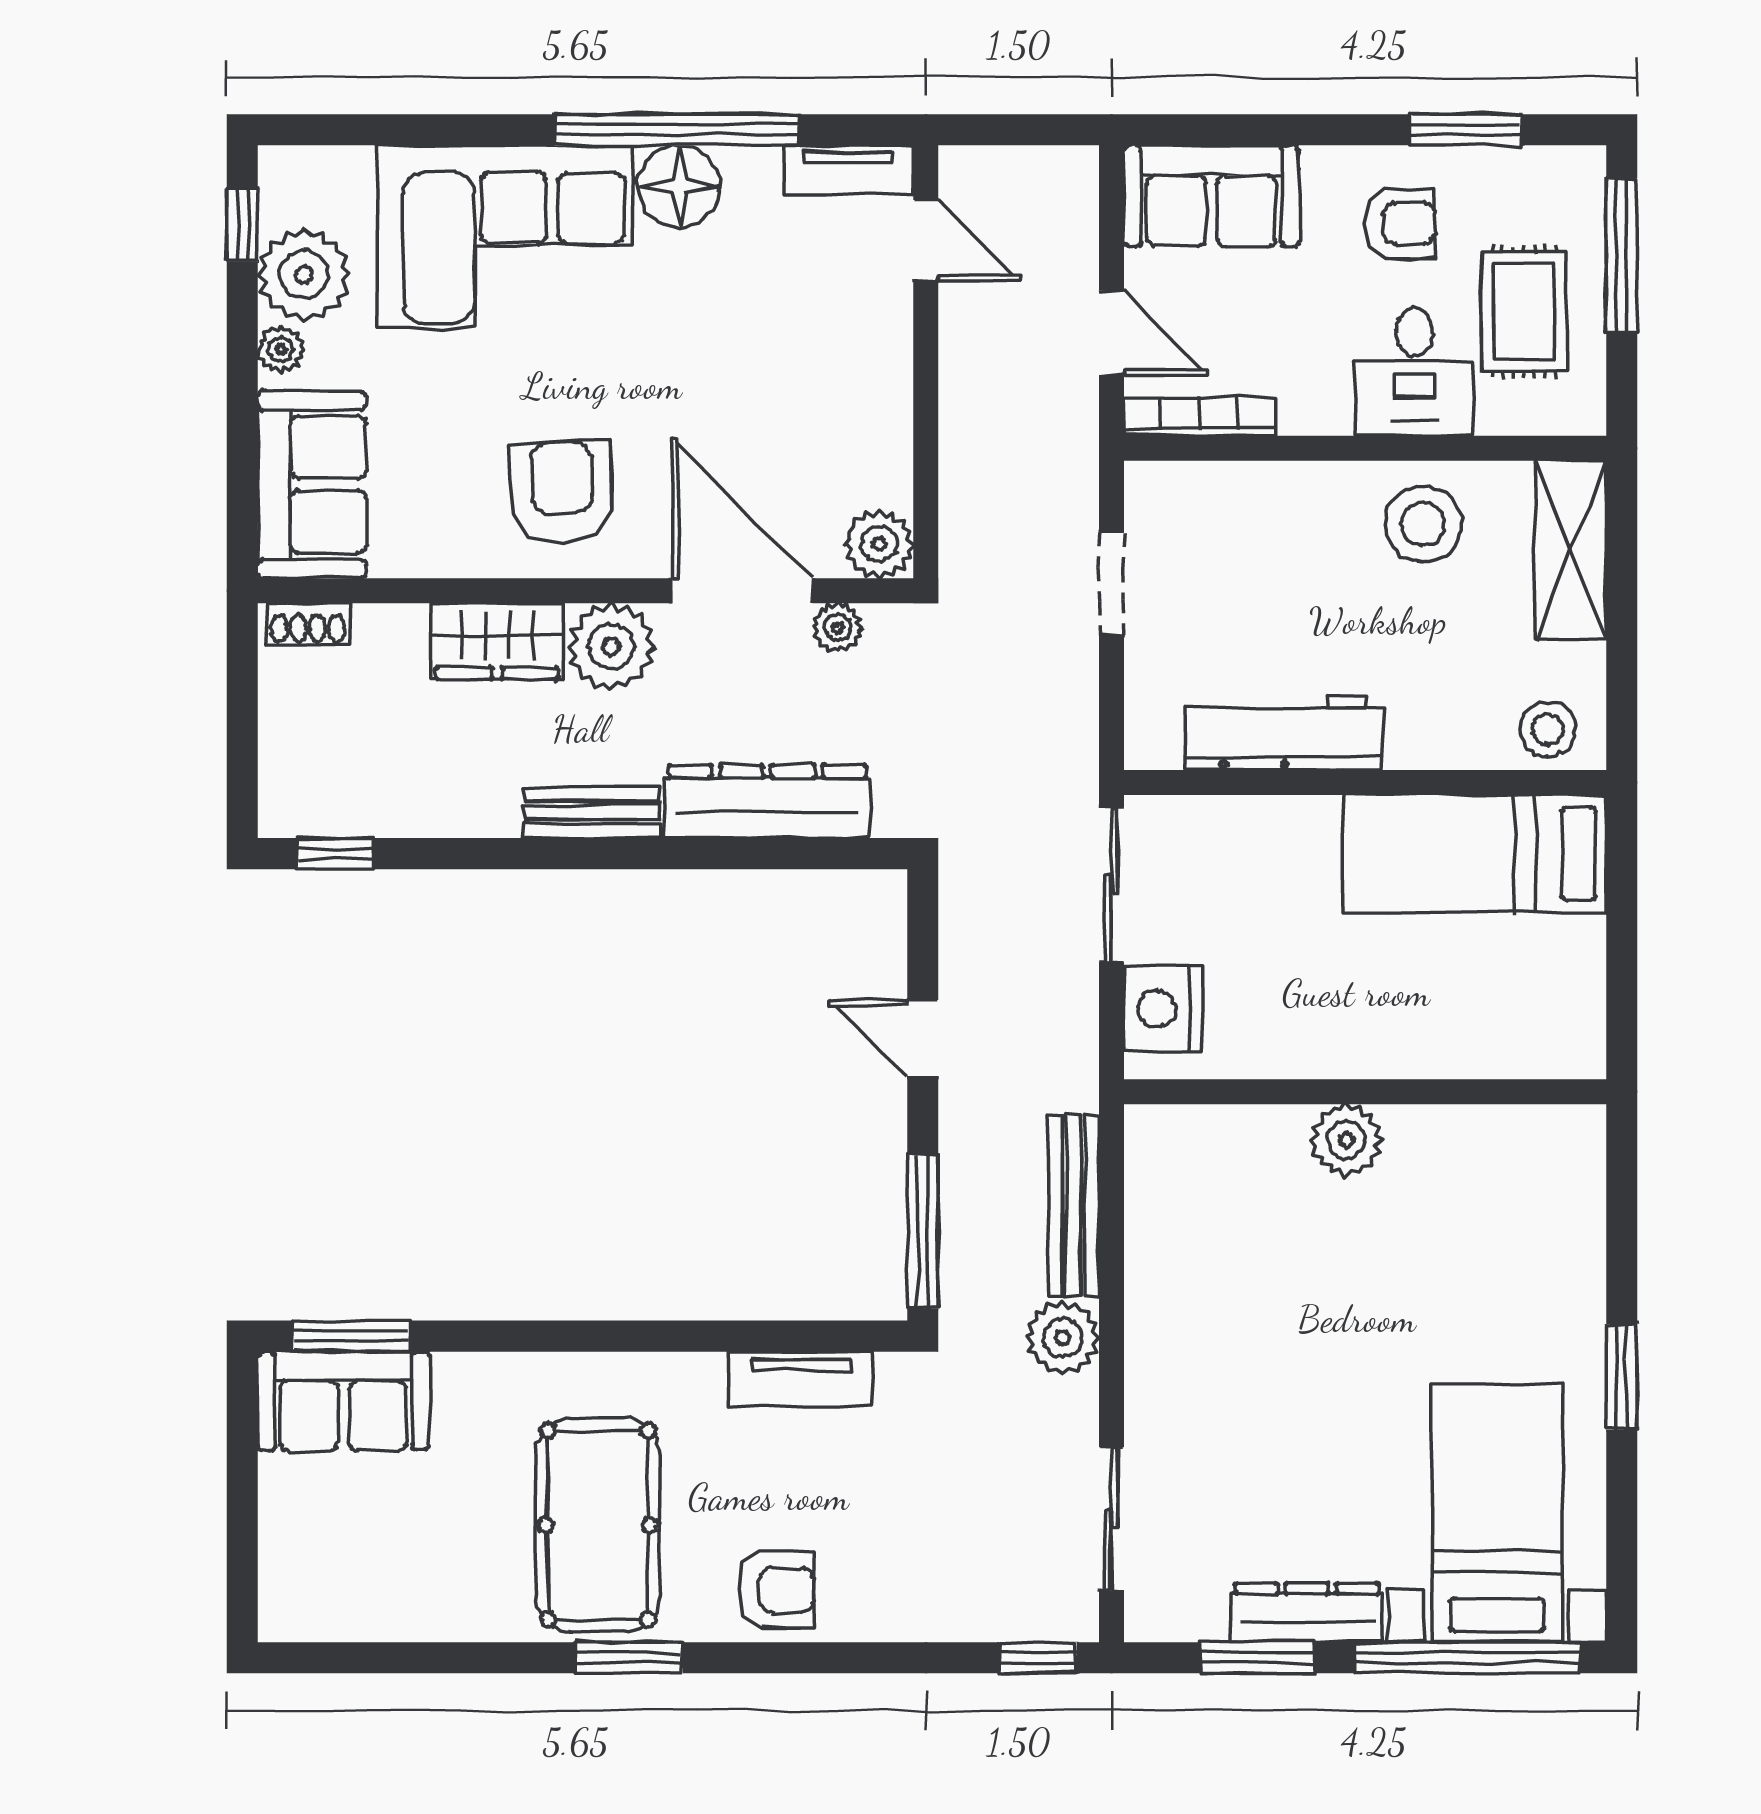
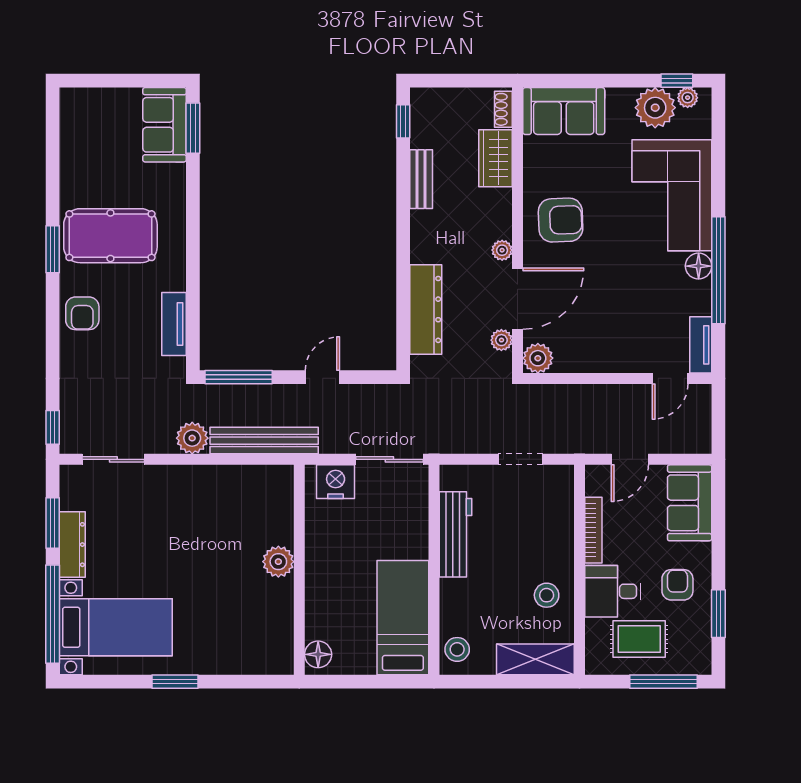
floor lamp: (679, 186) -> (699, 266), width x0.73, depth x0.73
armchair: (1399, 224) -> (677, 585), turned 180
plant: (281, 349) -> (688, 98), moved
bookcase: (1200, 417) -> (593, 530), moved
stool: (1423, 524) -> (547, 595), width x0.73, depth x0.73
wardrobe: (497, 641) -> (496, 158), moved
plant: (611, 646) -> (502, 250), width x0.53, depth x0.53
bench: (592, 812) -> (421, 179), moved
floor lamp: (1559, 1049) -> (318, 654), added
bench: (1074, 1206) -> (264, 441), width x1.37, depth x1.21

